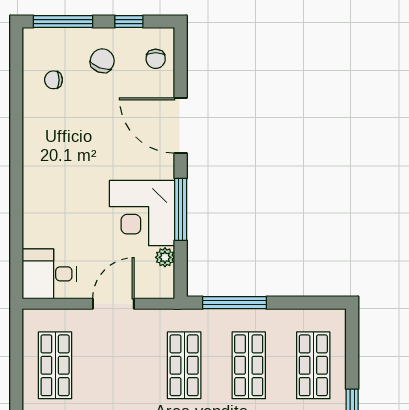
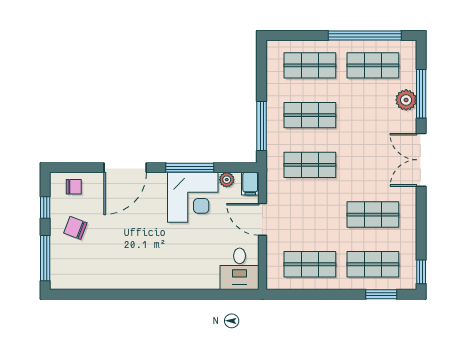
chair: (53, 80) -> (90, 265), removed
filing cabinet: (160, 288) -> (250, 184), added

